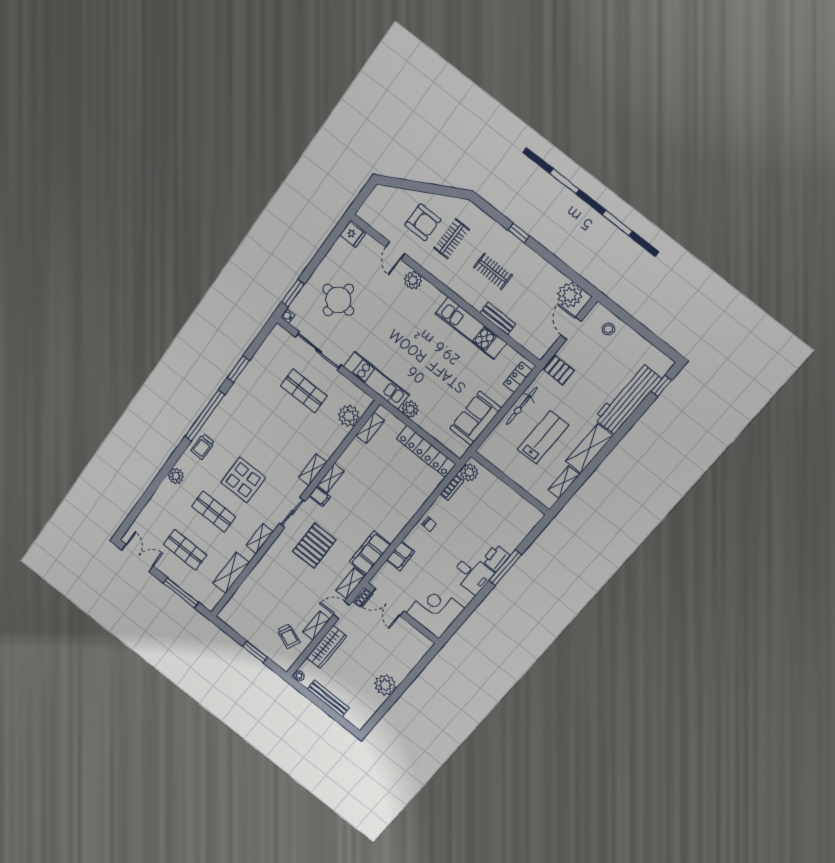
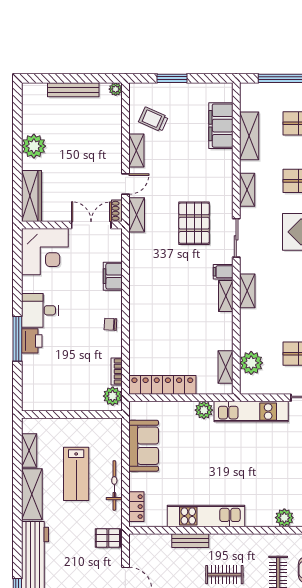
filing cabinet: (370, 553) -> (221, 126), moved, turned 180
wardrobe: (327, 647) -> (31, 196), moved, turned 180

